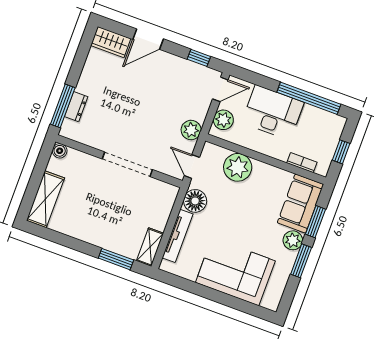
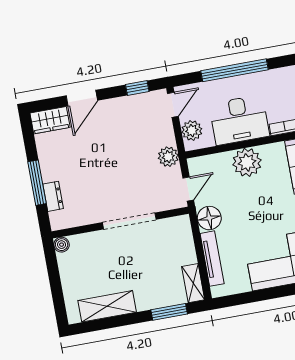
window: (309, 98) -> (234, 70), moved
window: (63, 106) -> (37, 183), moved
desk: (273, 113) -> (239, 120), moved, turned 180
door: (192, 167) -> (188, 189), swing flipped
plant: (238, 167) -> (247, 162), moved
shelving: (45, 199) -> (107, 306), moved, turned 90

